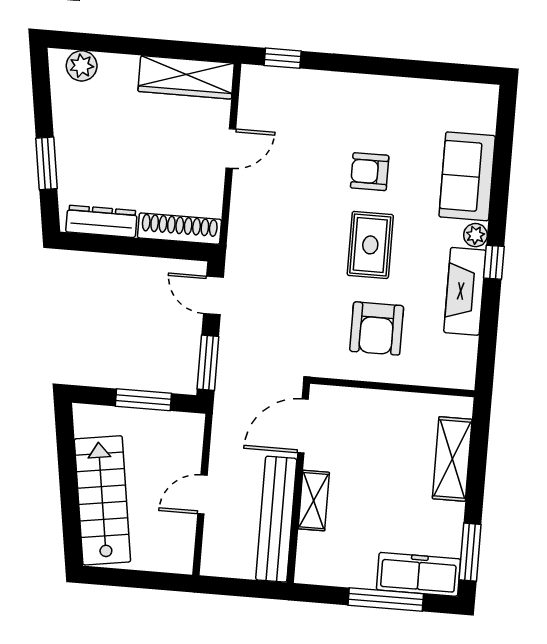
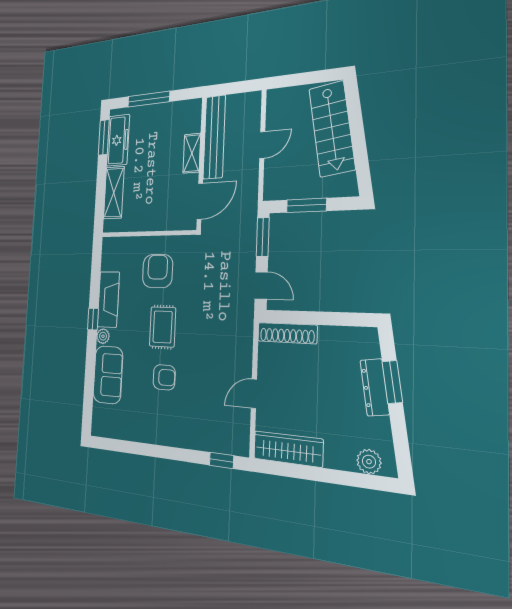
dresser: (102, 221) -> (375, 387), moved, turned 81
freezer: (418, 574) -> (118, 140), moved, turned -90

